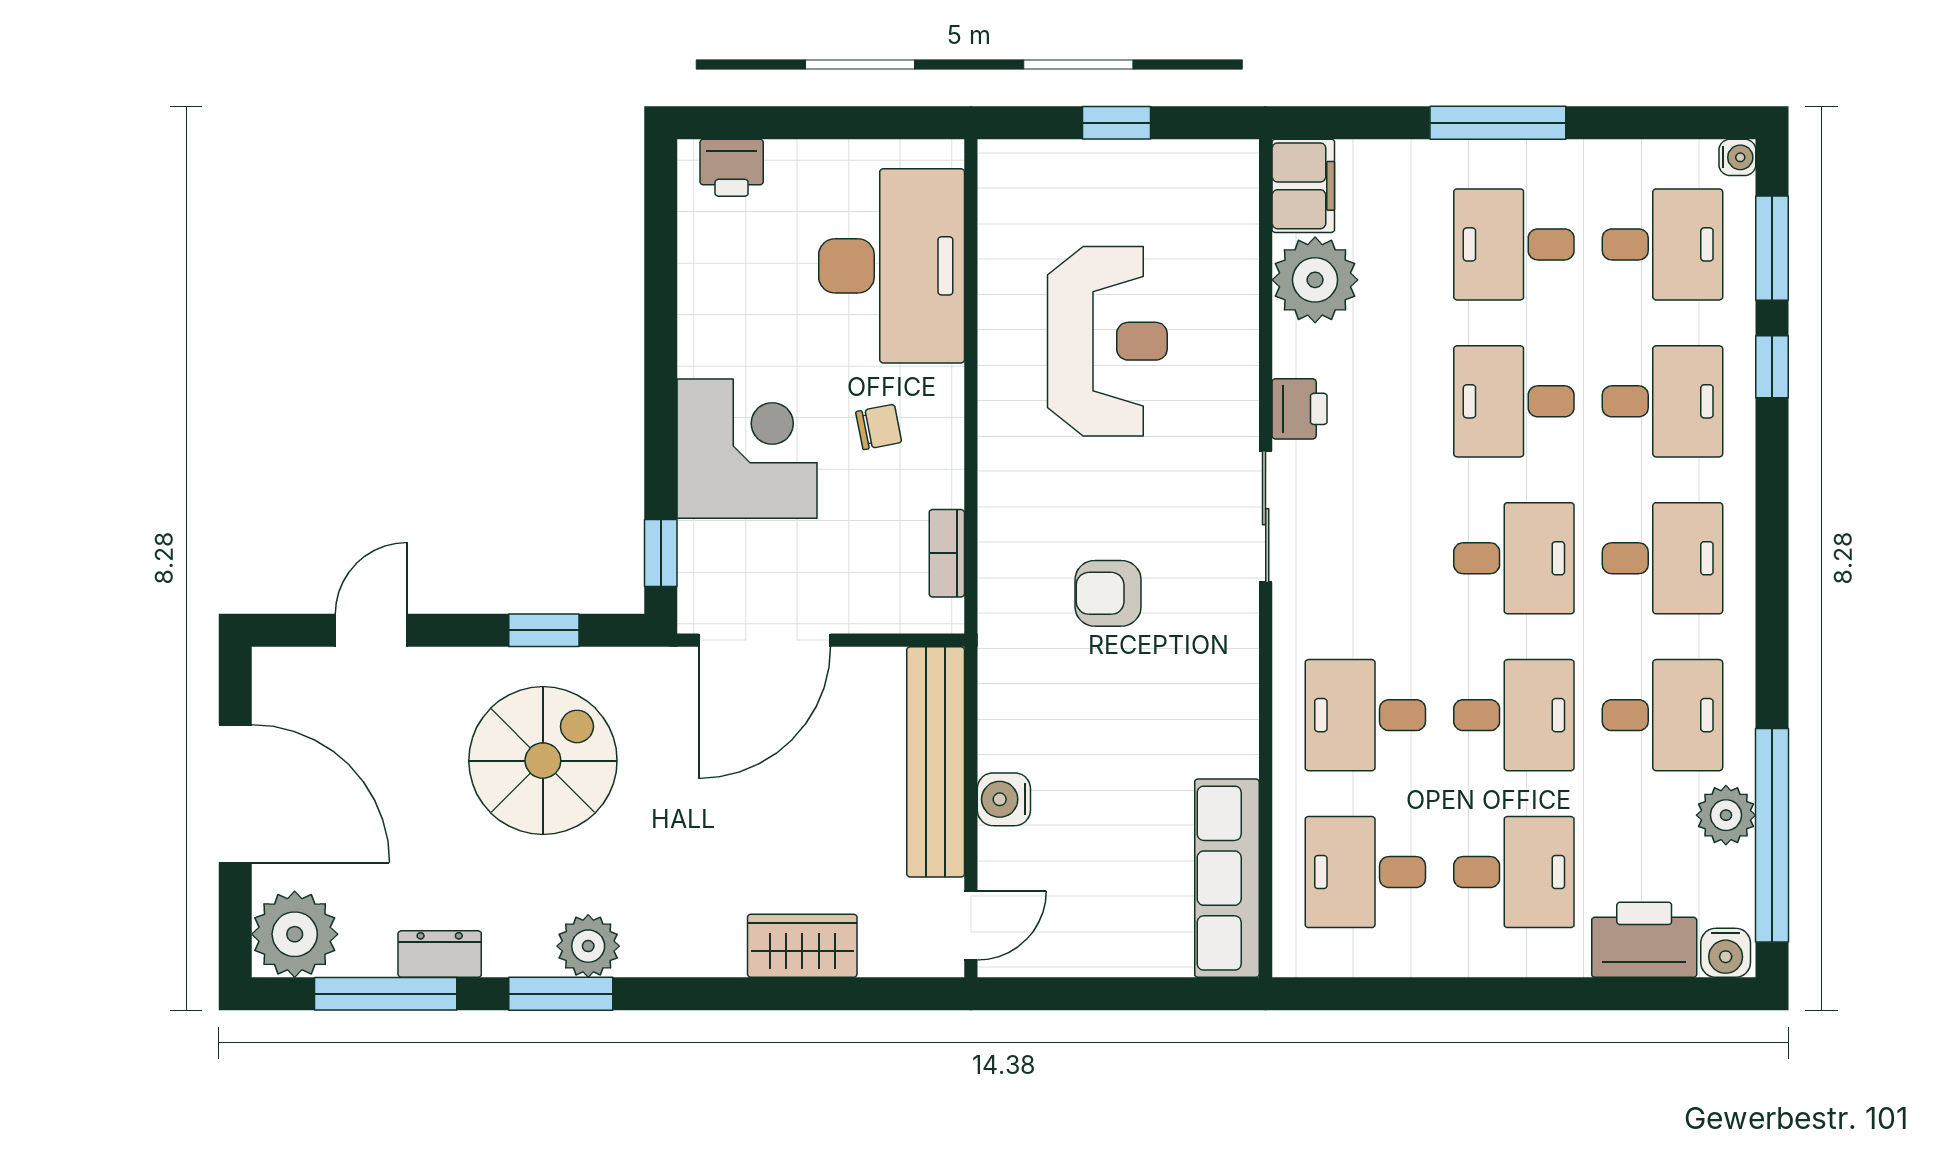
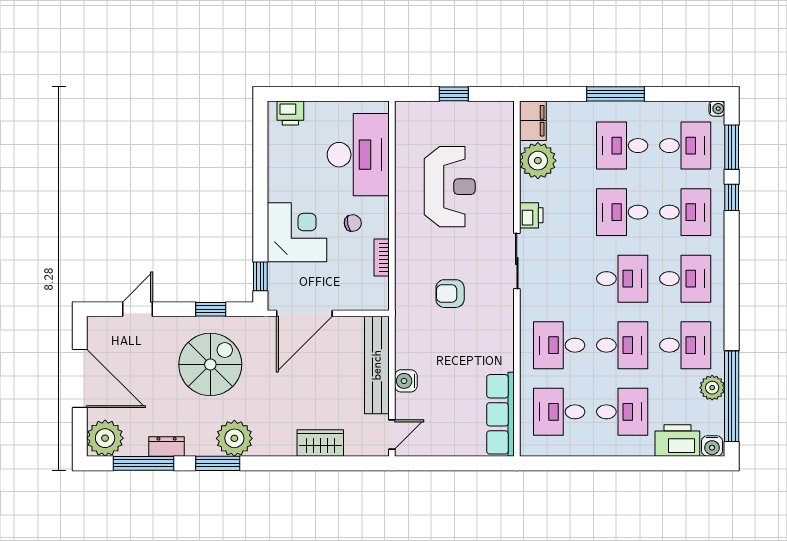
bookcase: (947, 553) -> (382, 257), moved
plant: (588, 946) -> (234, 438), width x1.36, depth x1.36

